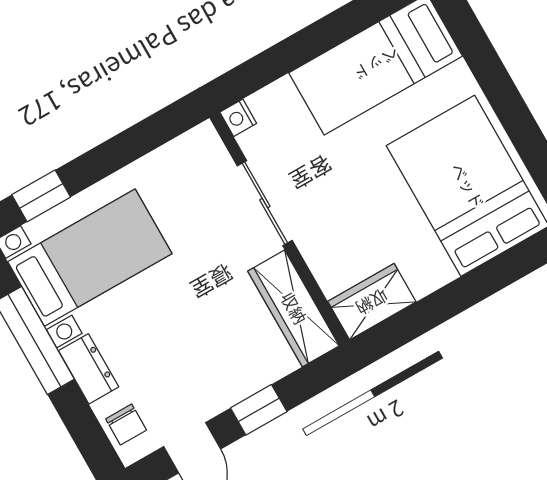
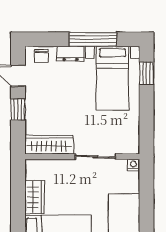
wardrobe: (372, 302) -> (35, 197), moved
chair: (126, 424) -> (41, 56), turned -90

